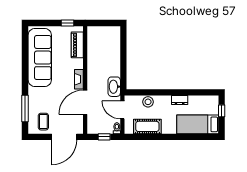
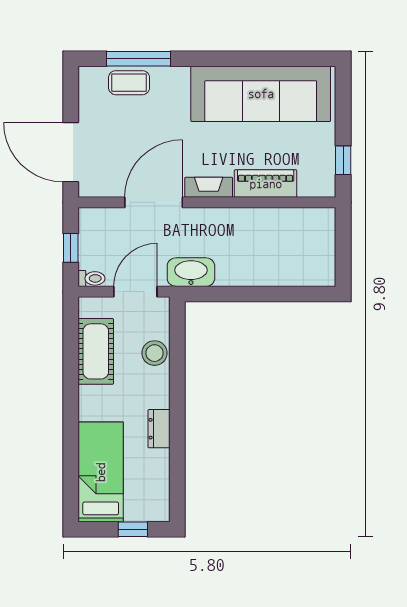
piano: (77, 45) -> (266, 184), moved
door: (85, 102) -> (154, 202), hinge flipped
coffee table: (43, 122) -> (129, 83), moved

